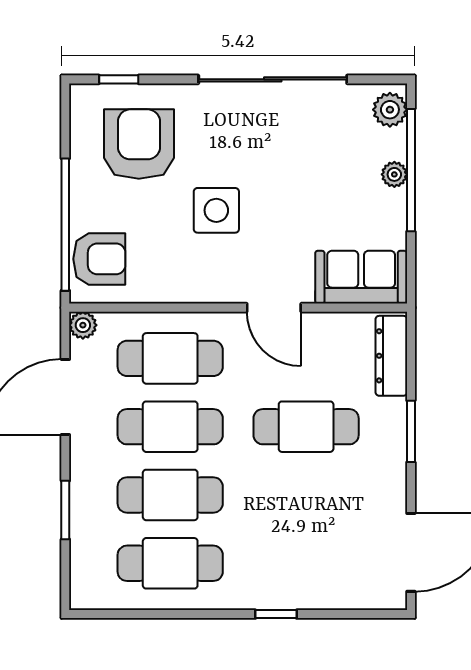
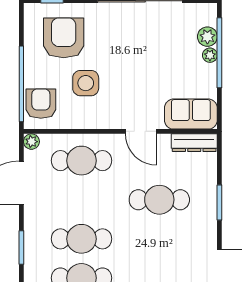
plant: (390, 110) -> (207, 37), moved
side table: (216, 210) -> (86, 83), moved
armchair: (99, 259) -> (41, 104), turned -90
dresser: (391, 356) -> (194, 143), moved, turned -90
cafe table: (170, 427) -> (81, 200), removed

